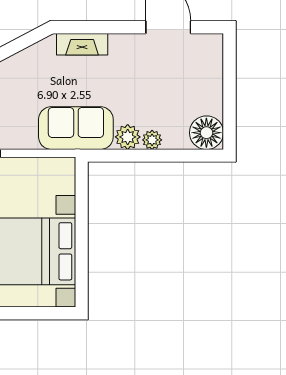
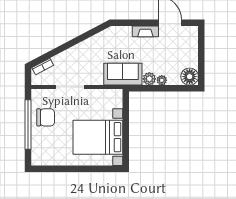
fireplace: (82, 44) -> (145, 31), moved

